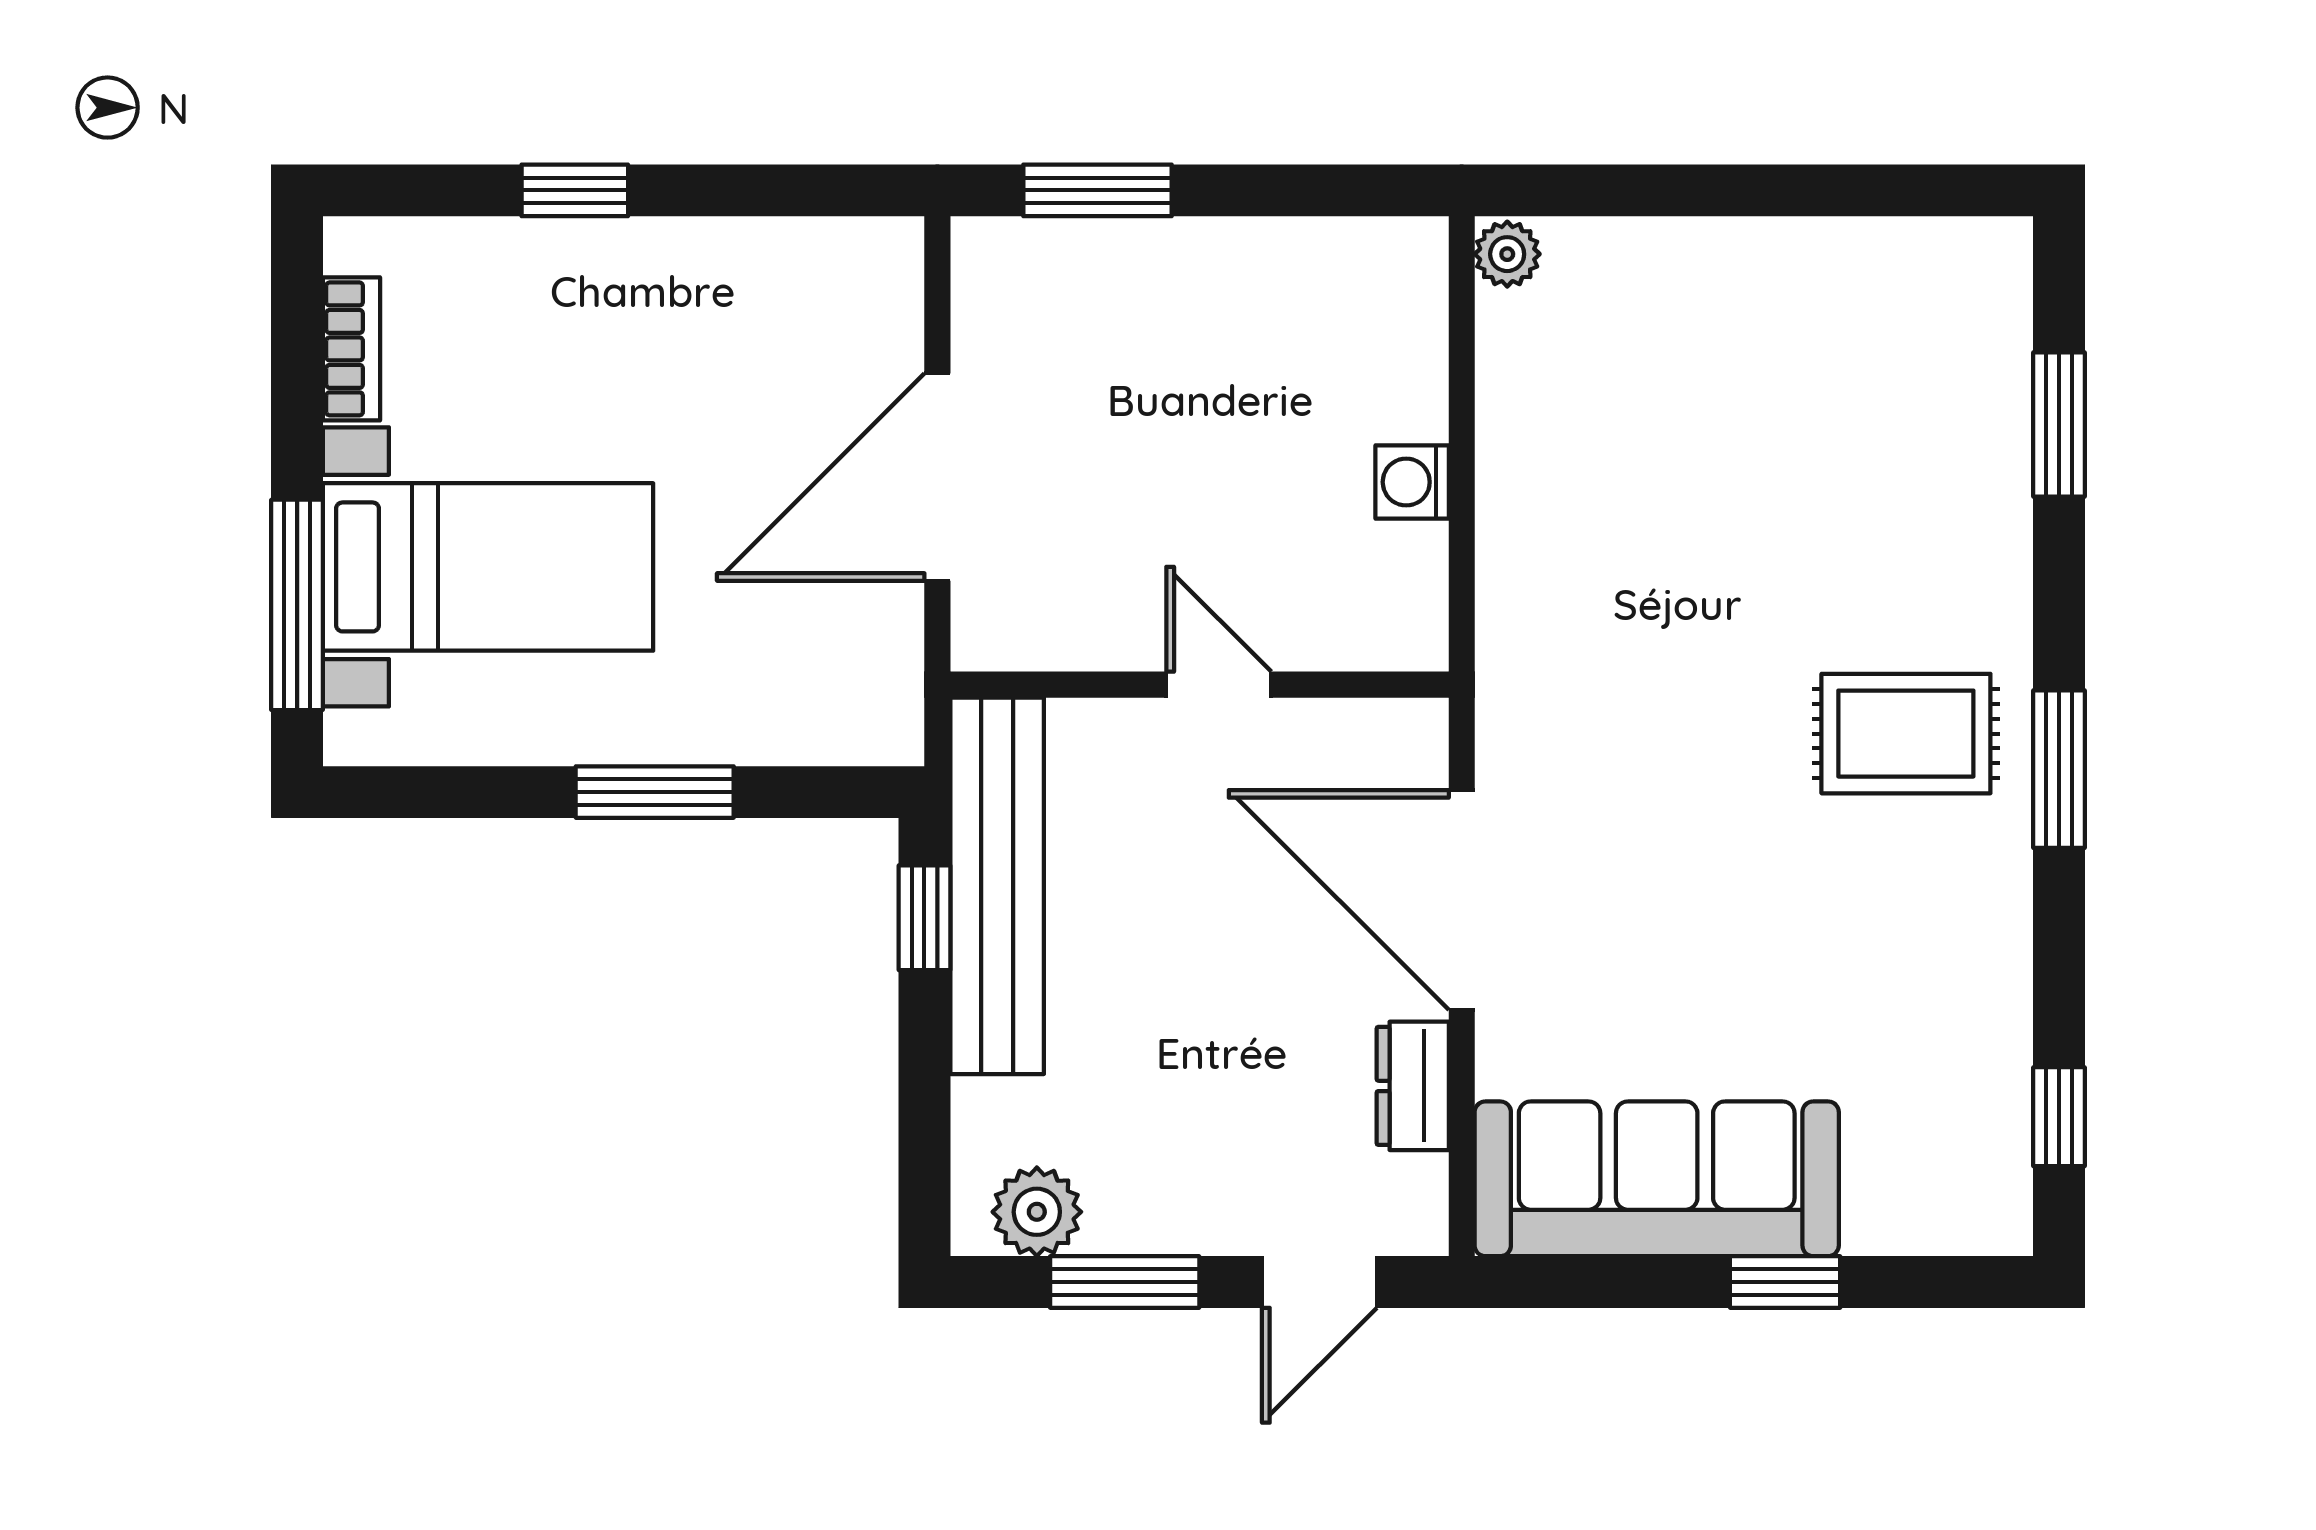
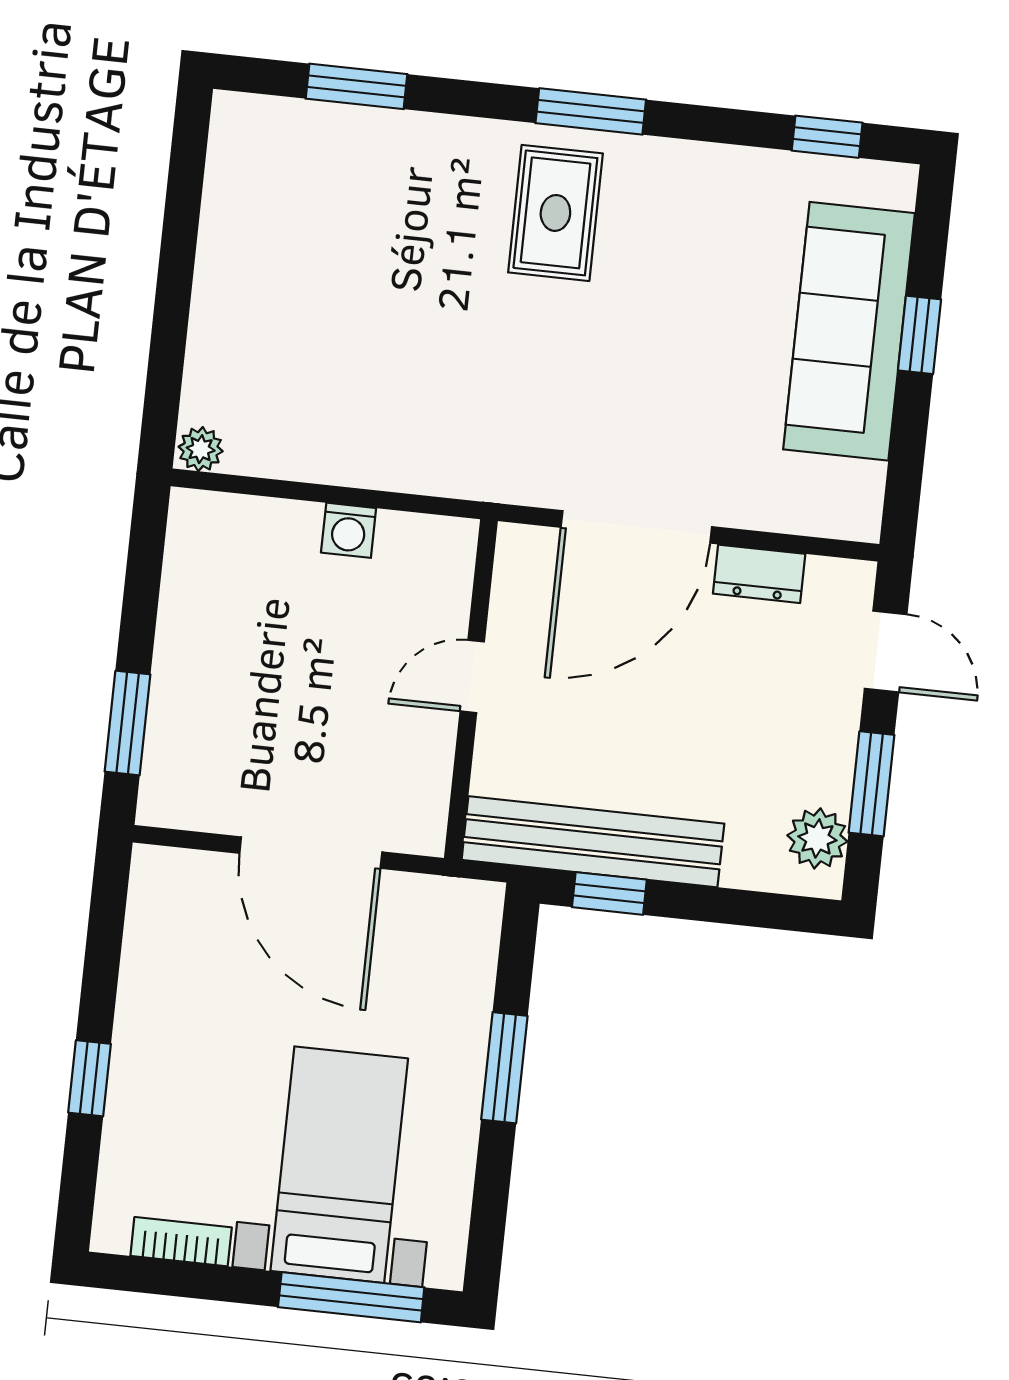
sofa: (1657, 1179) -> (849, 331), moved

